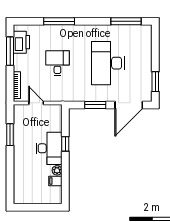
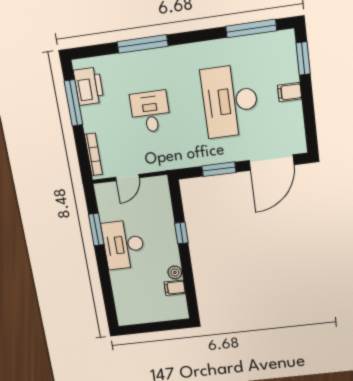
filing cabinet: (145, 62) -> (290, 92), added
window: (155, 82) -> (303, 59), moved
door: (36, 103) -> (127, 178), swing flipped
desk: (49, 148) -> (124, 245), moved, turned 180

